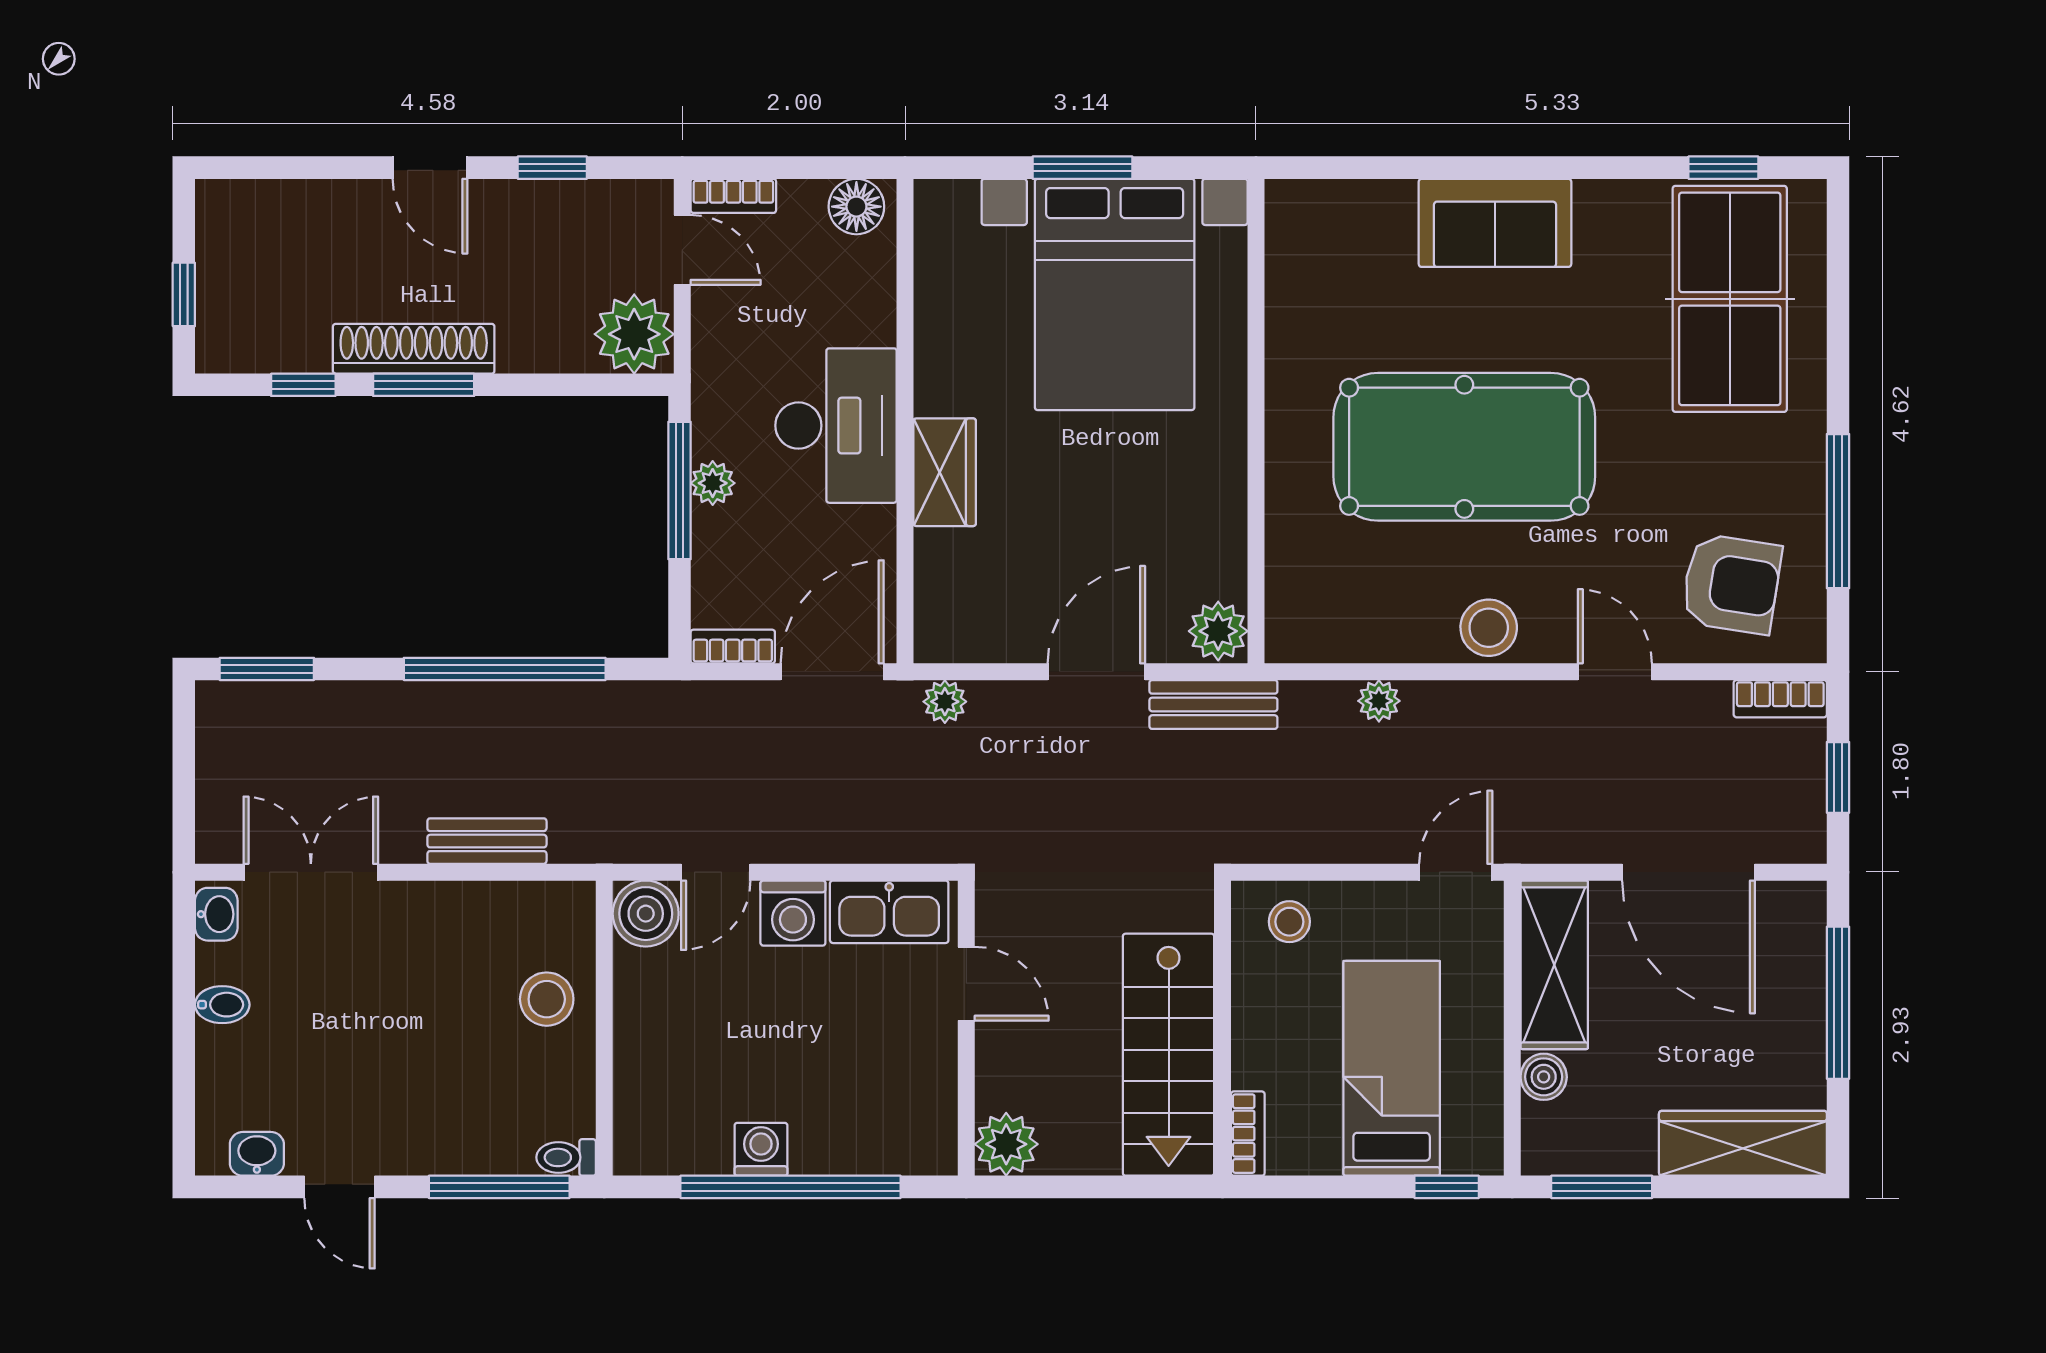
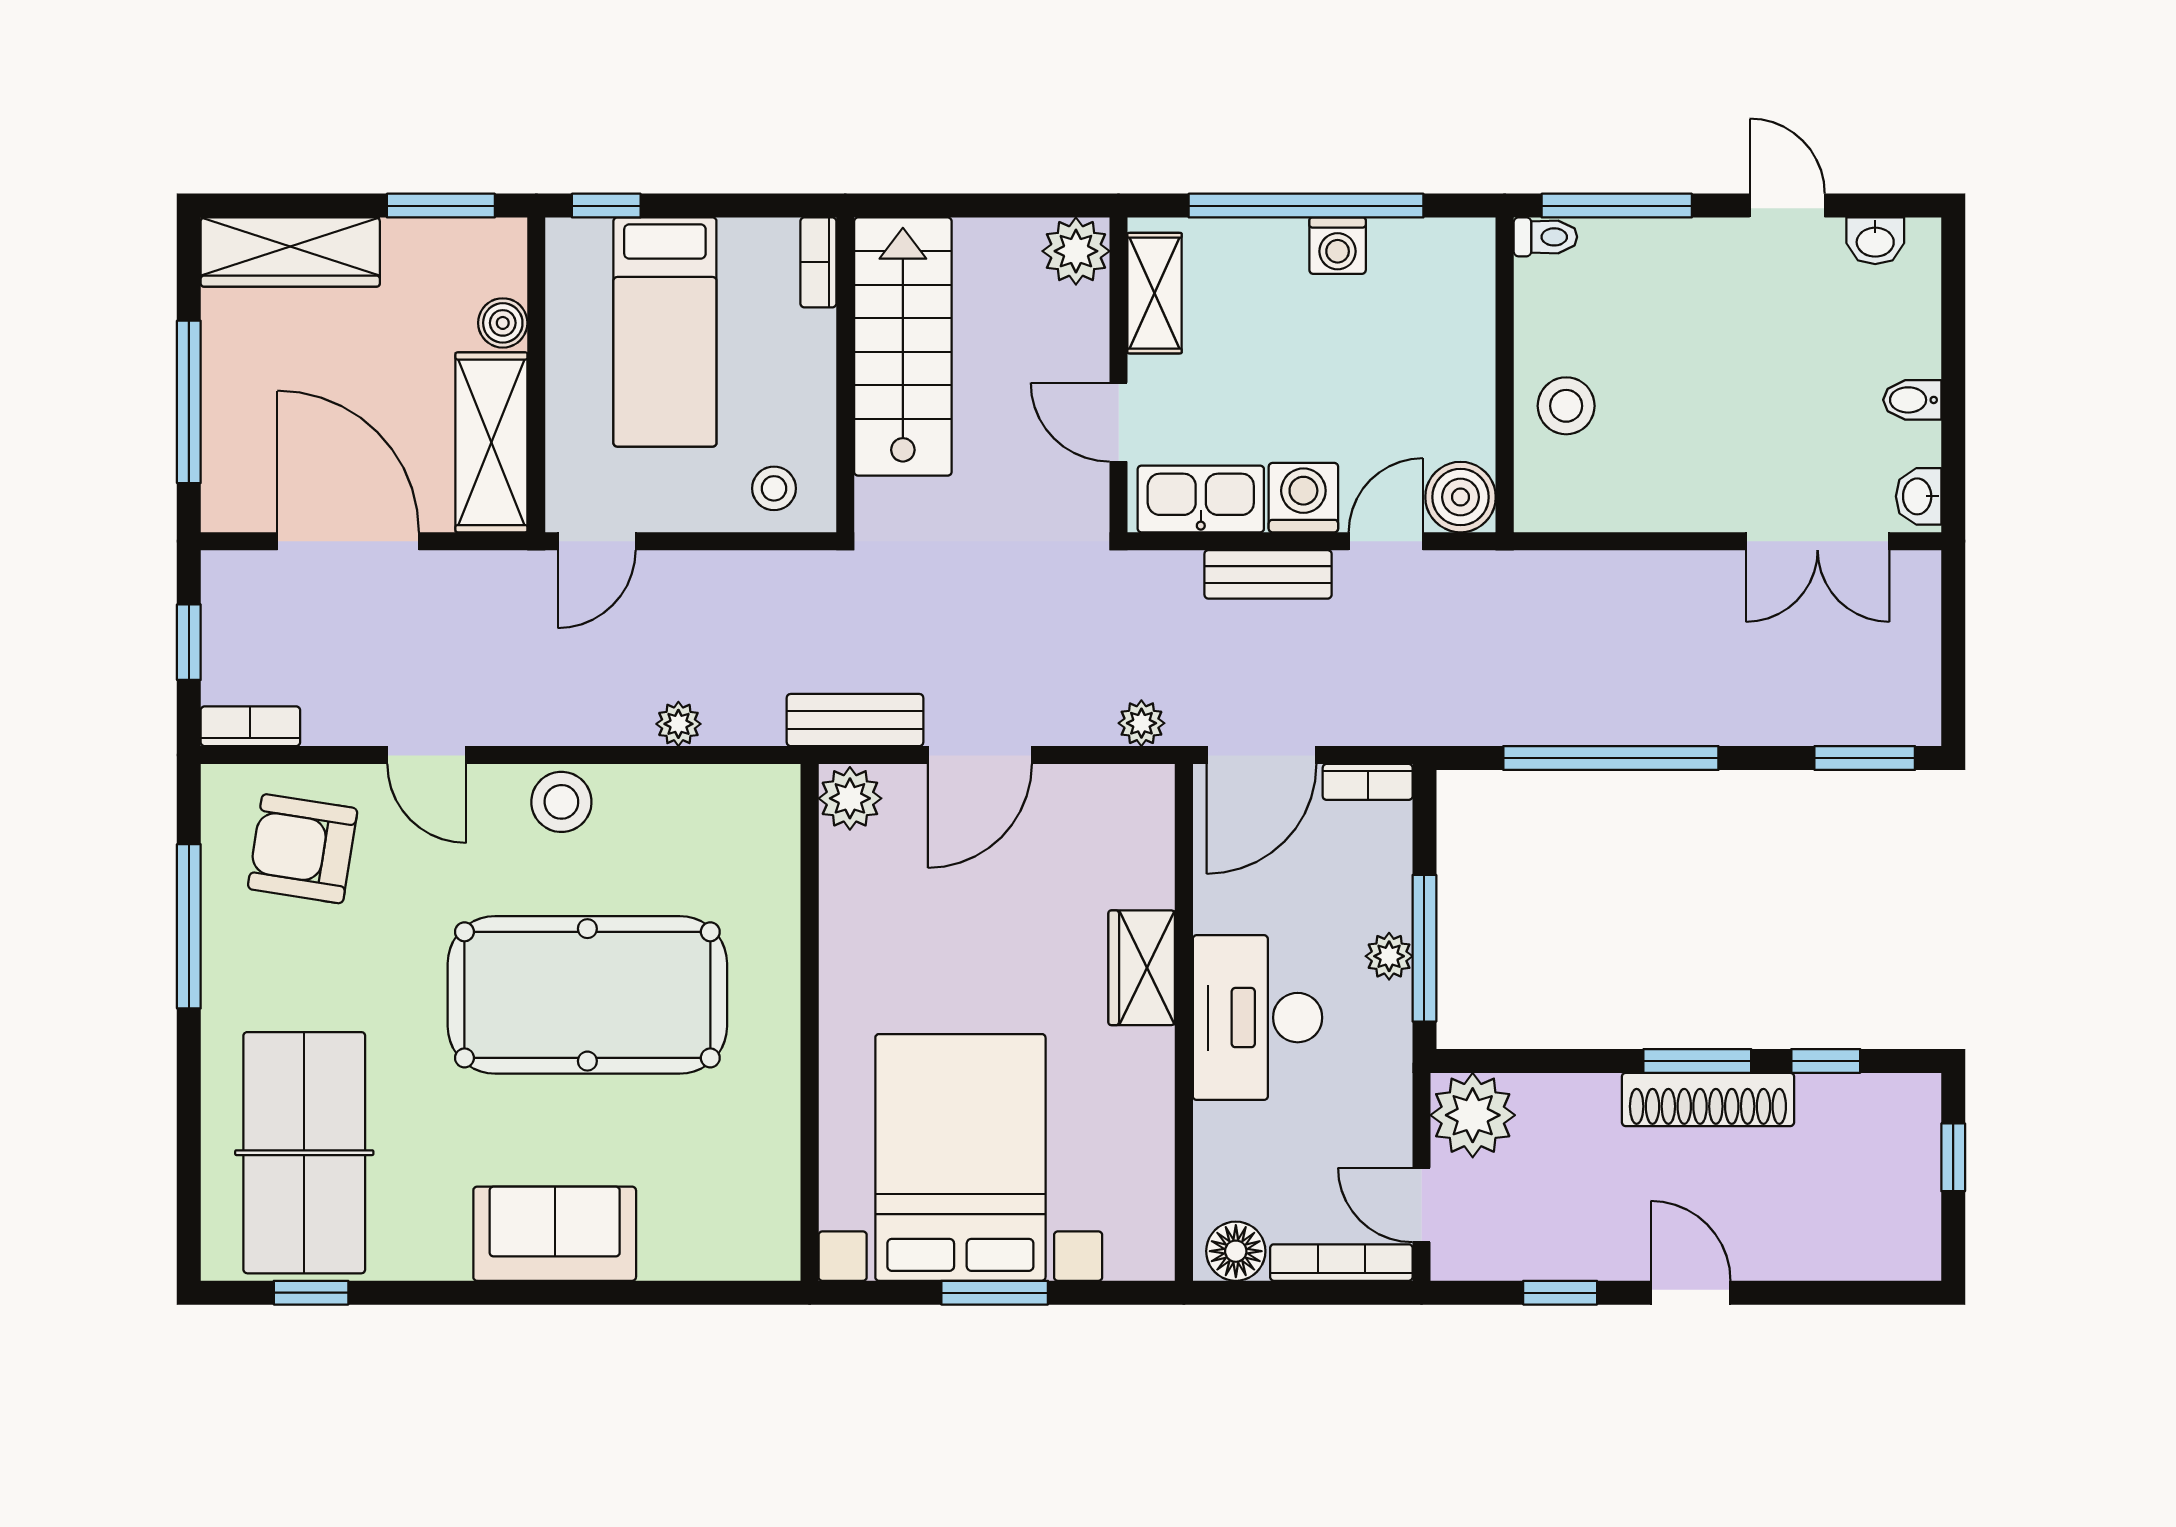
bookcase: (733, 196) -> (1341, 1263), width x1.56
bench: (487, 841) -> (1268, 574), moved
shelving: (933, 1105) -> (1155, 293), added

